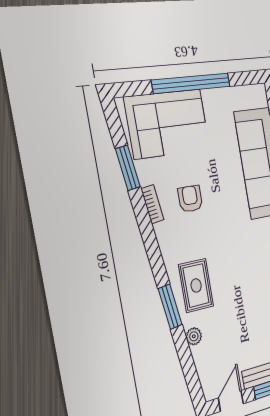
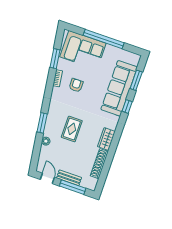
rug: (196, 285) -> (72, 129), moved
door: (231, 401) -> (47, 178), hinge flipped

